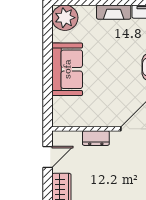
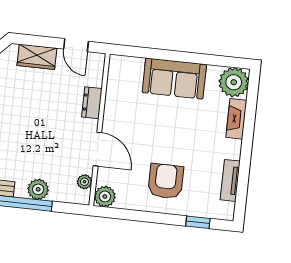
fireplace: (114, 12) -> (236, 119), moved

